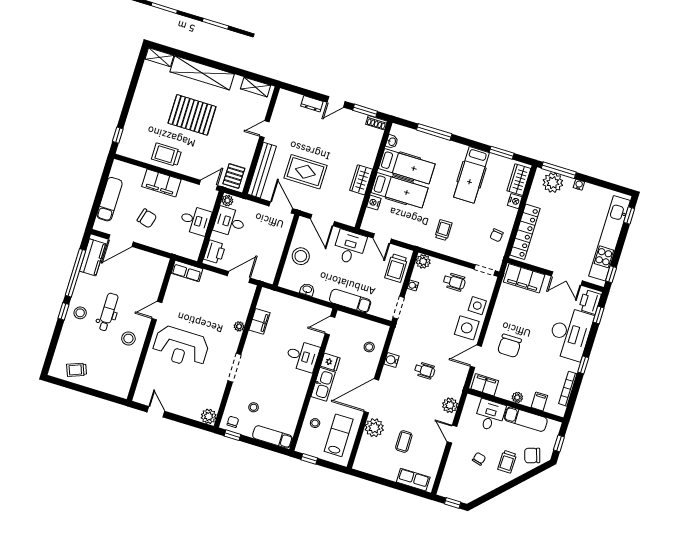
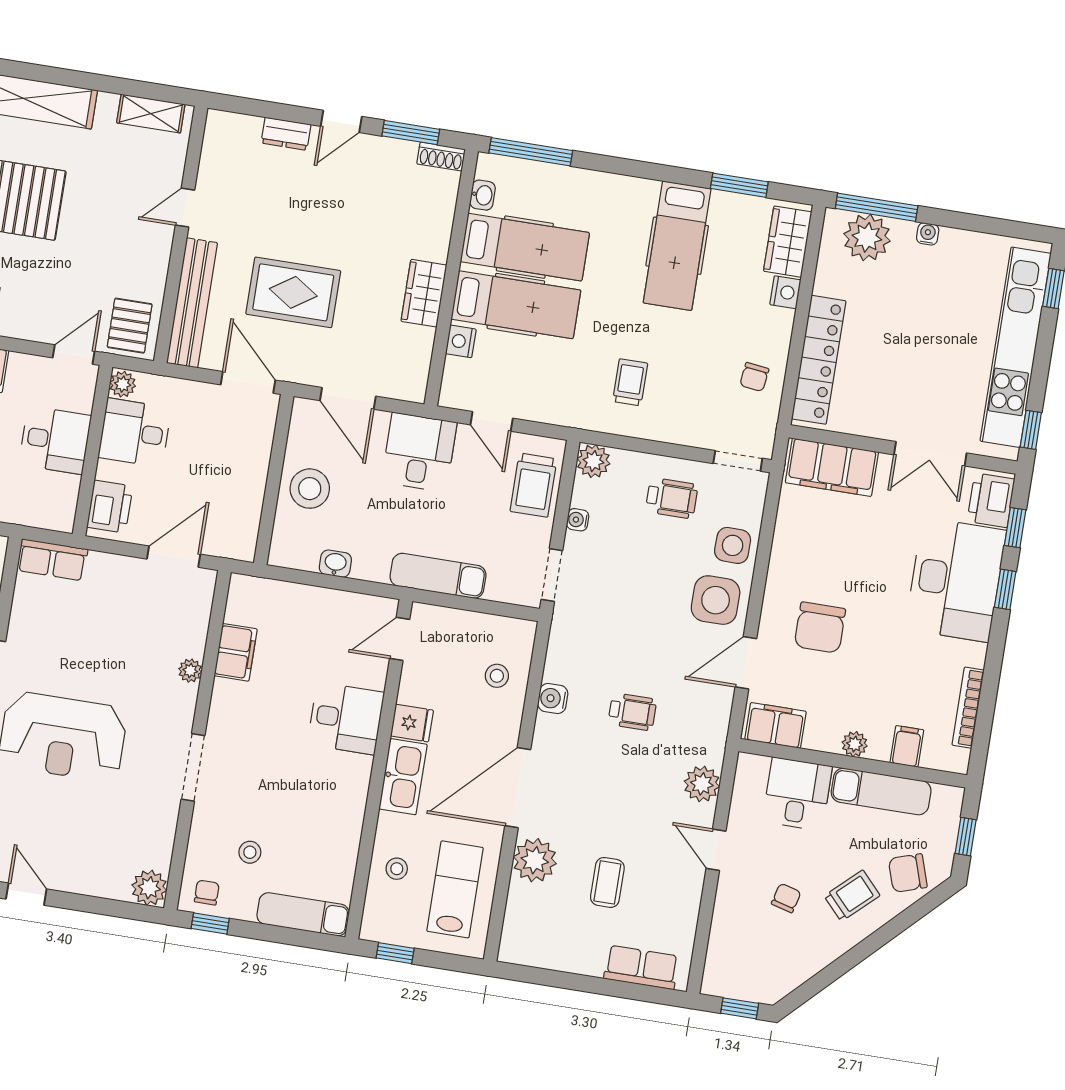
window: (434, 132) -> (531, 152), moved
window: (583, 365) -> (1005, 589), moved
trolley: (507, 462) -> (852, 896), turned -134

